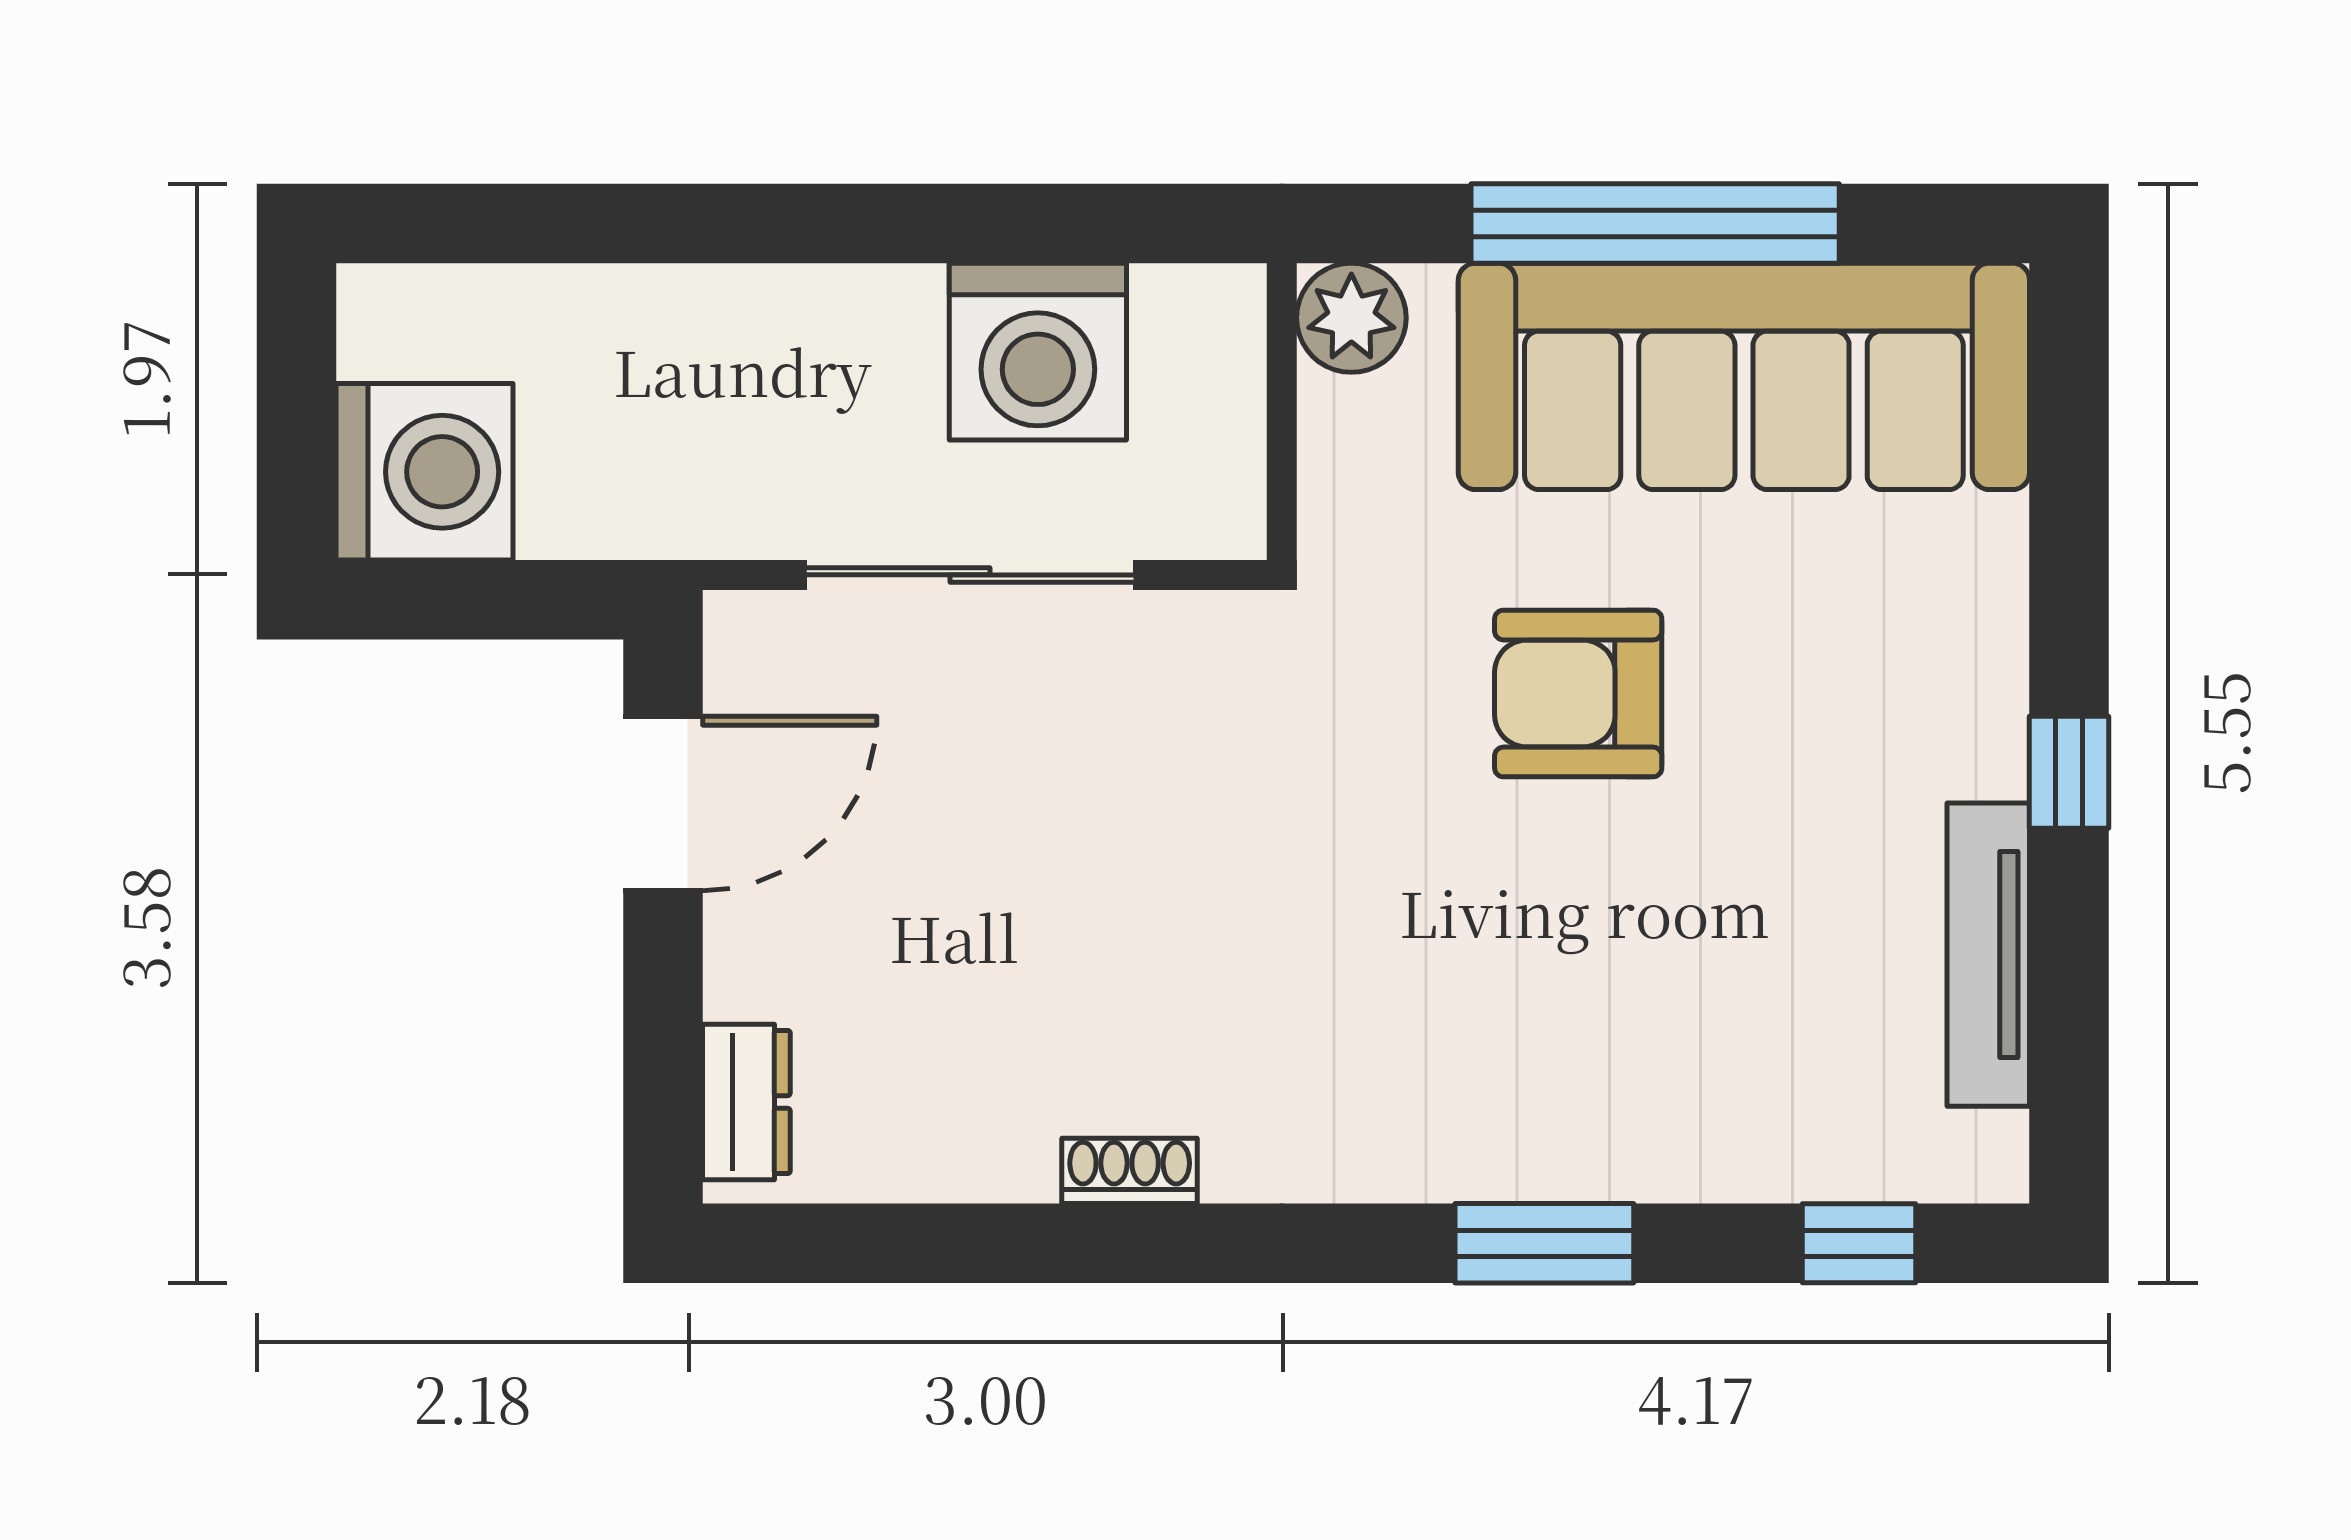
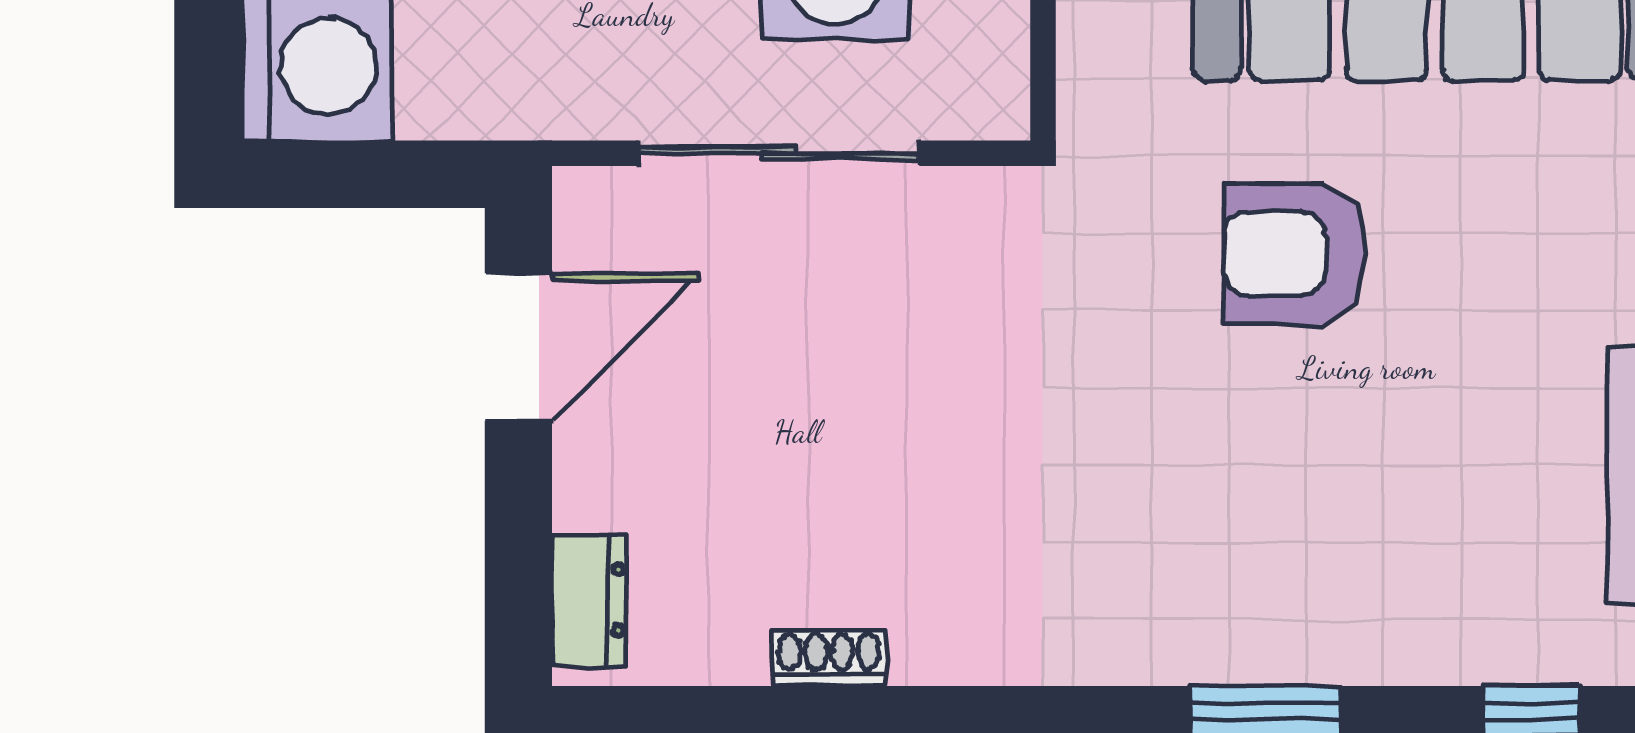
shoe rack: (1130, 1171) -> (829, 658), moved

